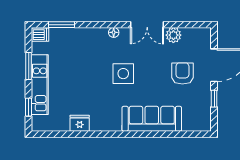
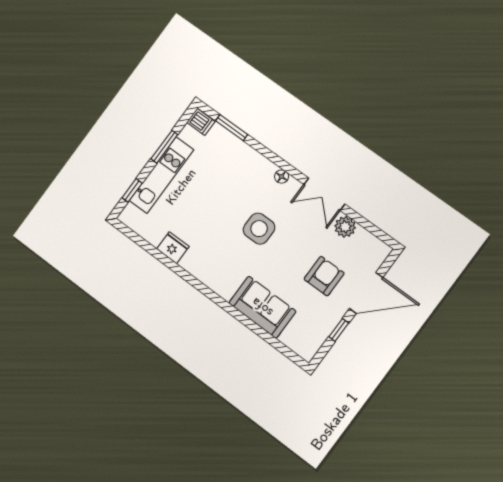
sofa: (152, 119) -> (262, 307), width x0.73

